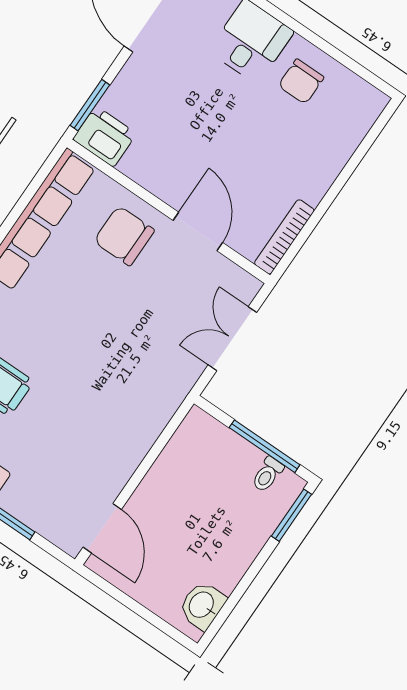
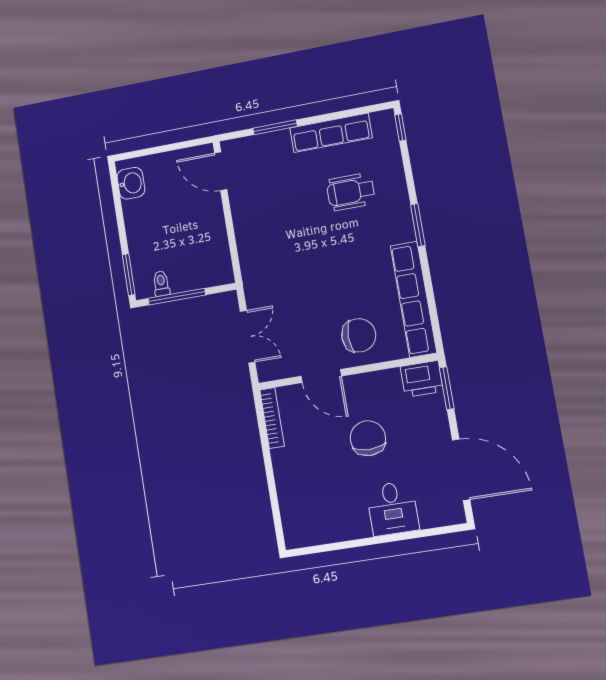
chair: (301, 81) -> (368, 438), moved, width x1.37, depth x1.37

